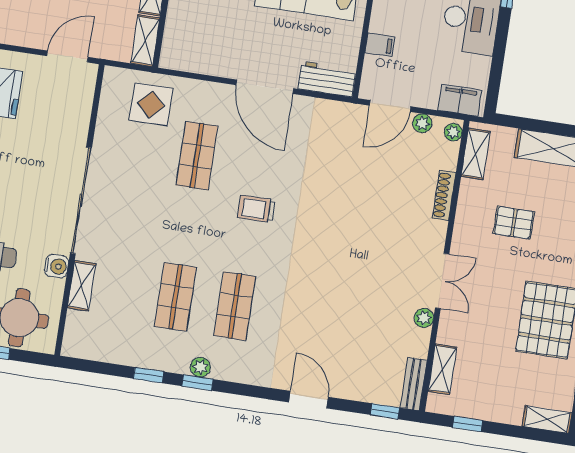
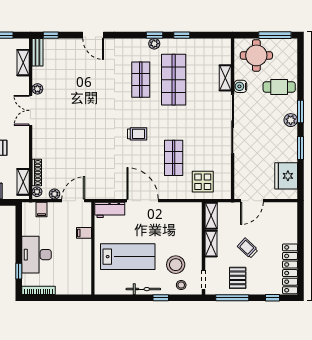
filing cabinet: (460, 100) -> (41, 210), width x0.50
shoe rack: (444, 195) -> (37, 173), moved
shop shelf: (175, 297) -> (174, 80), width x1.43, depth x1.36

